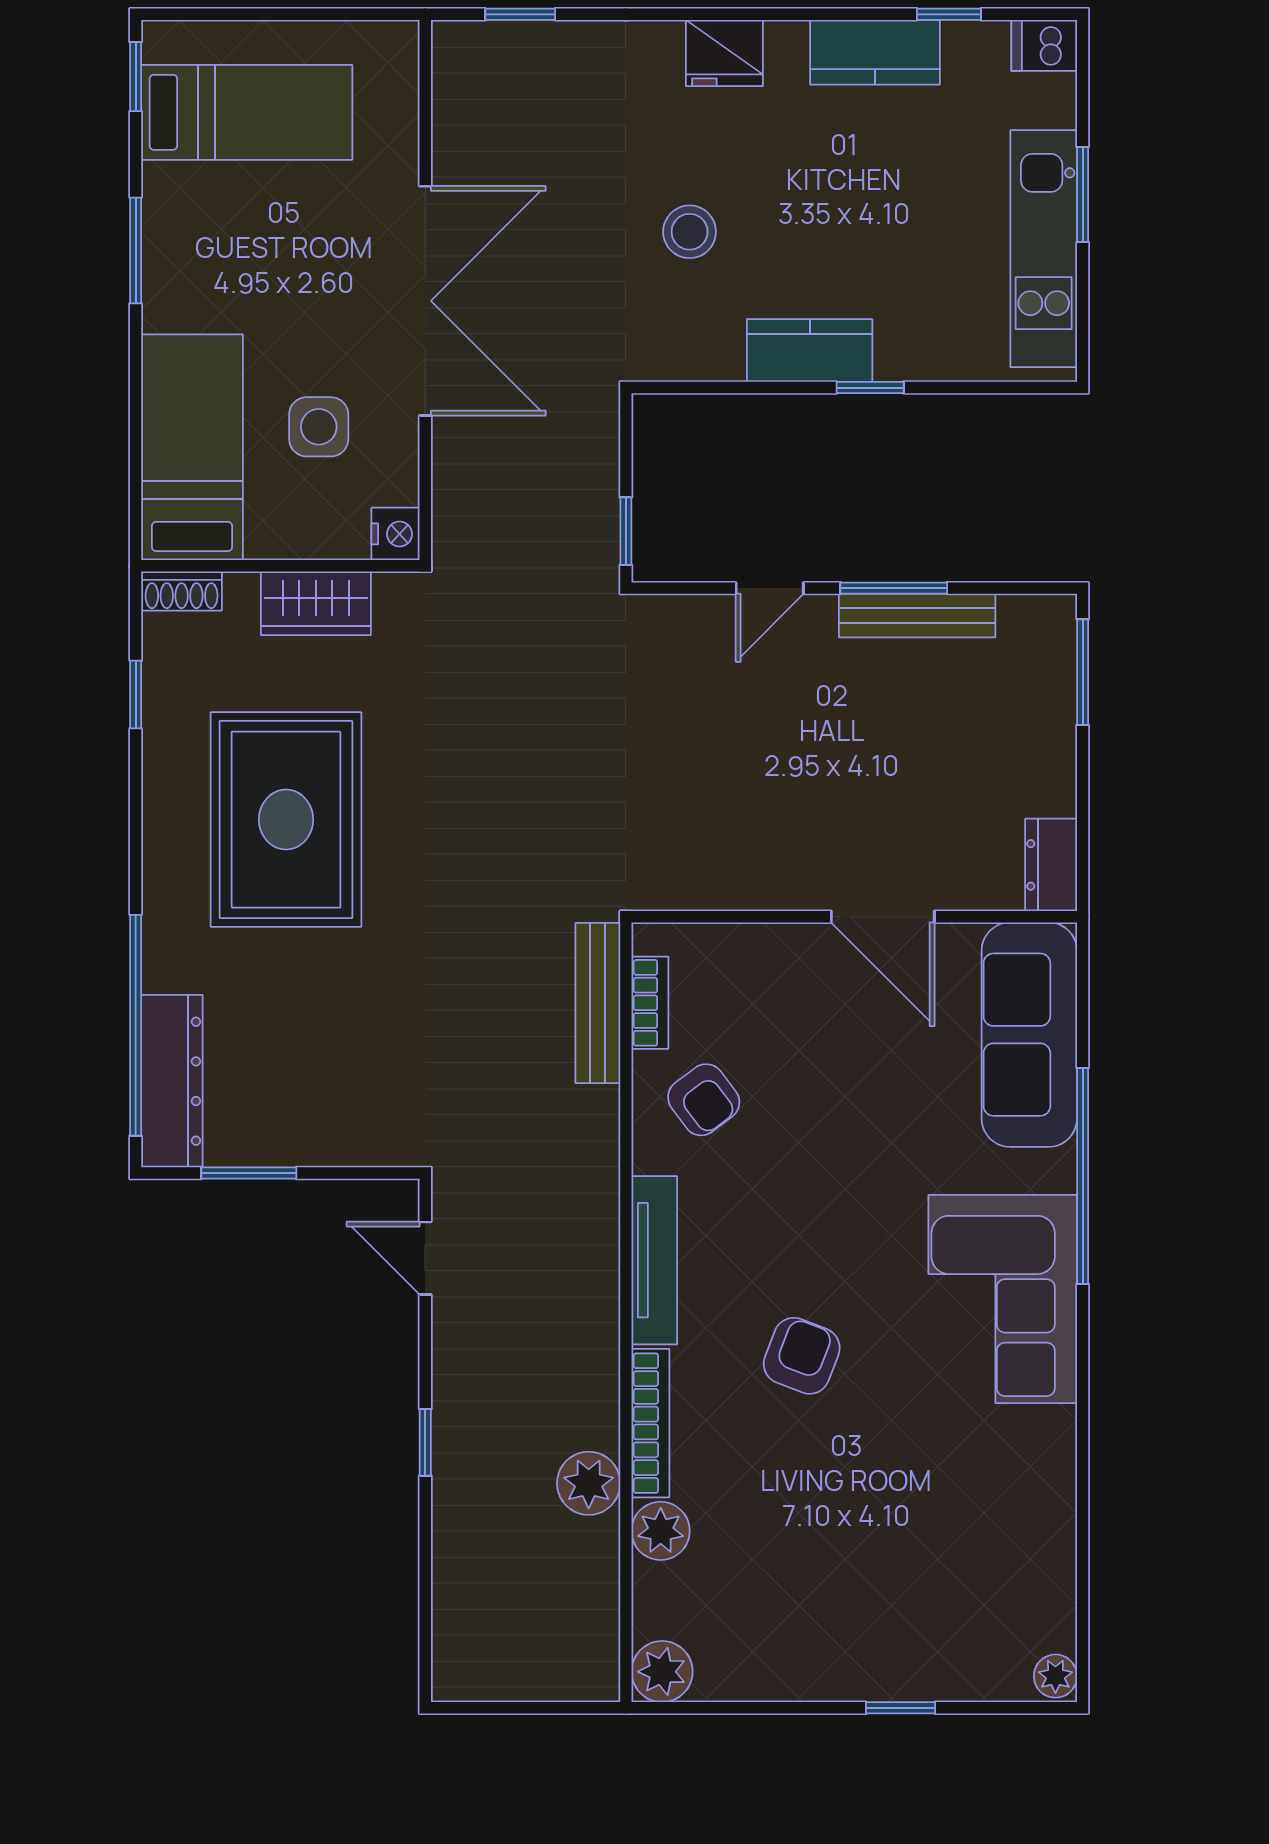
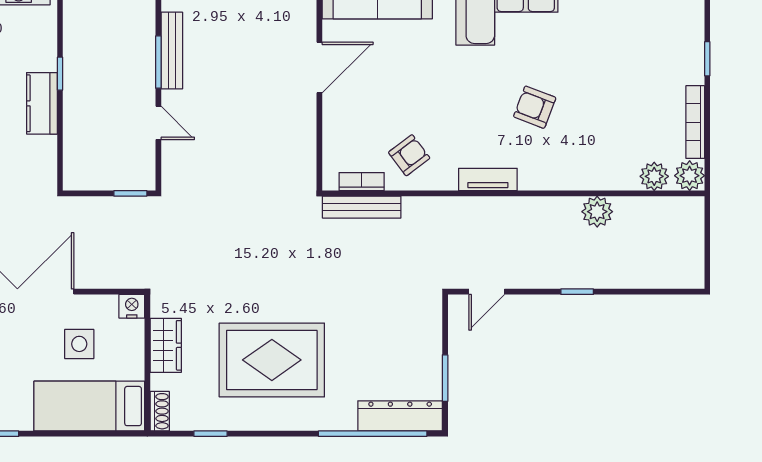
tv unit: (654, 1260) -> (488, 179), width x0.71
bookcase: (650, 1423) -> (695, 122), moved, turned -90
plant: (661, 1531) -> (654, 176), moved

